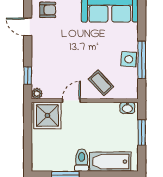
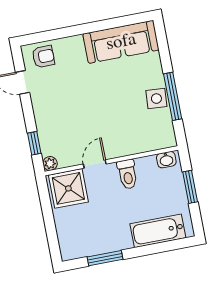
coffee table: (101, 83) -> (127, 135), removed
toilet: (82, 160) -> (127, 174), moved, turned 180

